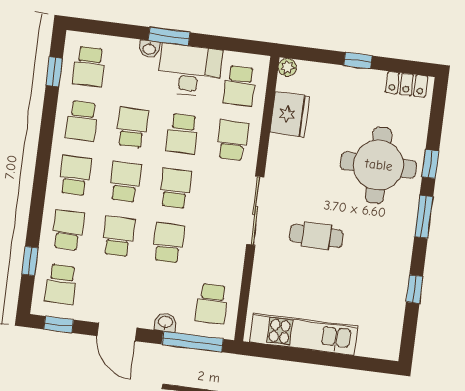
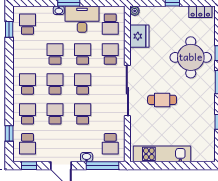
school desk: (89, 66) -> (27, 24), turned 180
school desk: (82, 121) -> (27, 54), removed
school desk: (182, 134) -> (83, 54), turned 180
sliding door: (255, 211) -> (127, 91), width x1.36

